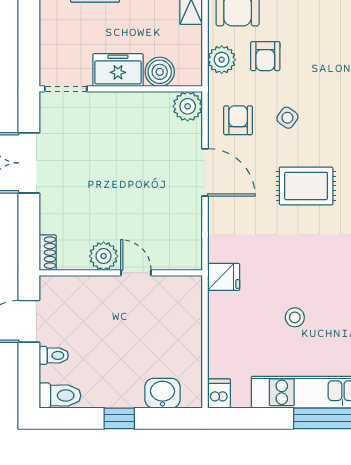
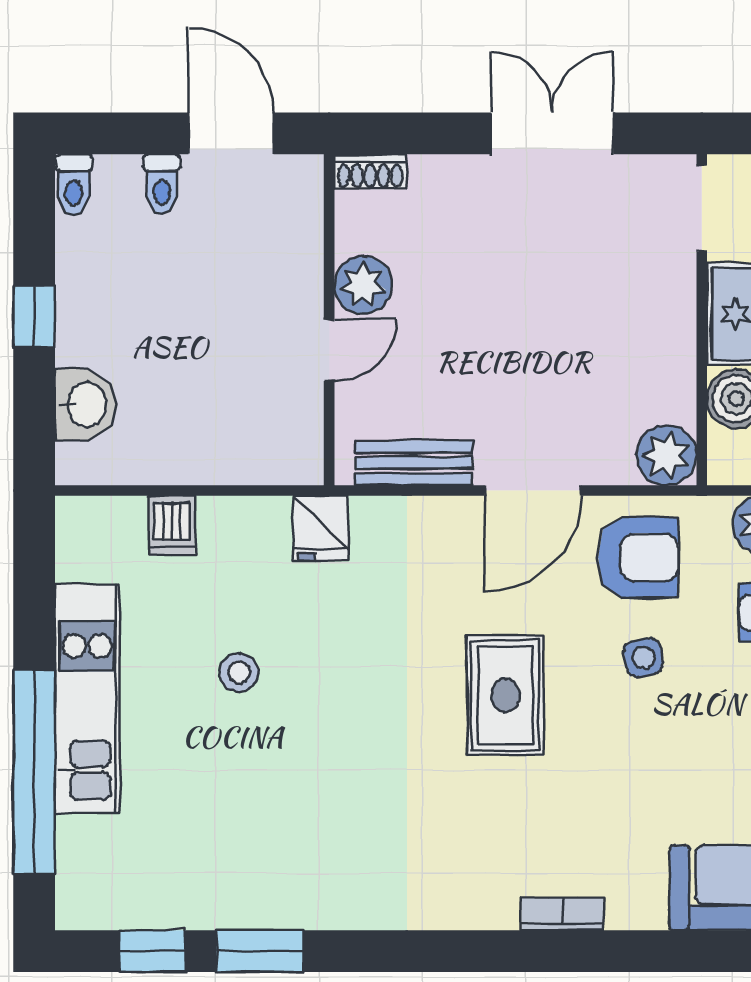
side table: (287, 118) -> (643, 657), turned 45
armchair: (238, 120) -> (638, 557), width x1.38, depth x1.38
bench: (191, 231) -> (414, 463), added
dishwasher: (219, 393) -> (172, 526), moved, turned 90
toilet: (60, 396) -> (74, 185), width x0.73, depth x0.72

